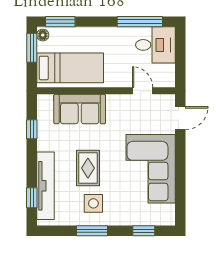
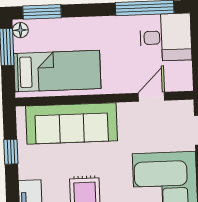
door: (143, 91) -> (151, 97), hinge flipped
sofa: (80, 109) -> (71, 123), width x1.36

